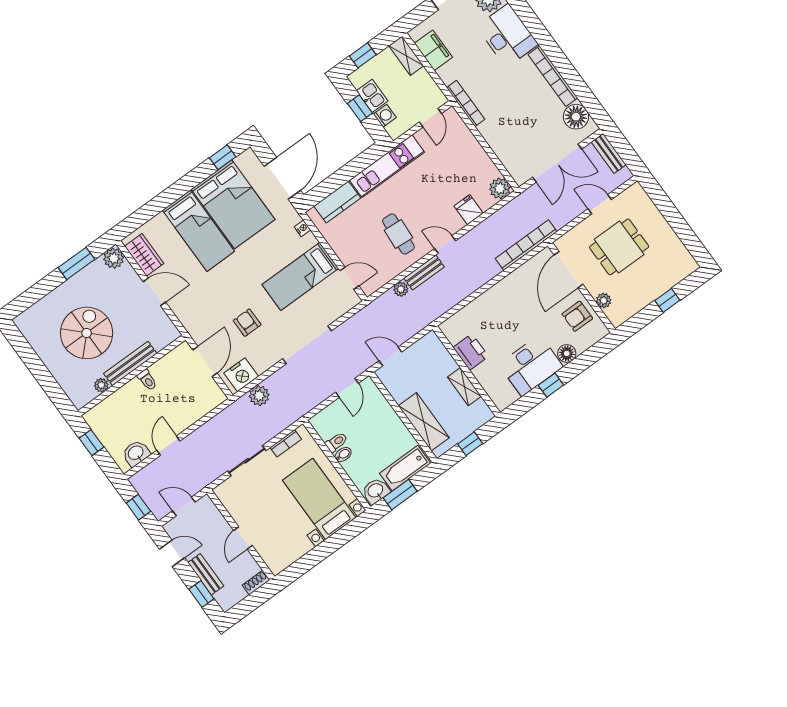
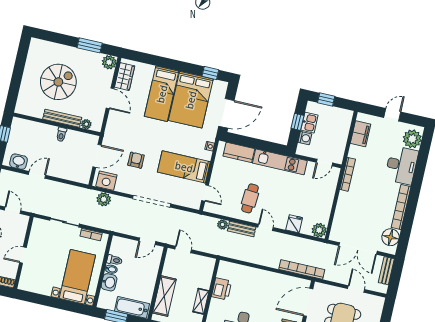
shelving: (406, 56) -> (345, 122), removed
plant: (101, 385) -> (86, 124), moved
washbasin: (376, 491) -> (109, 282), moved, turned 90

